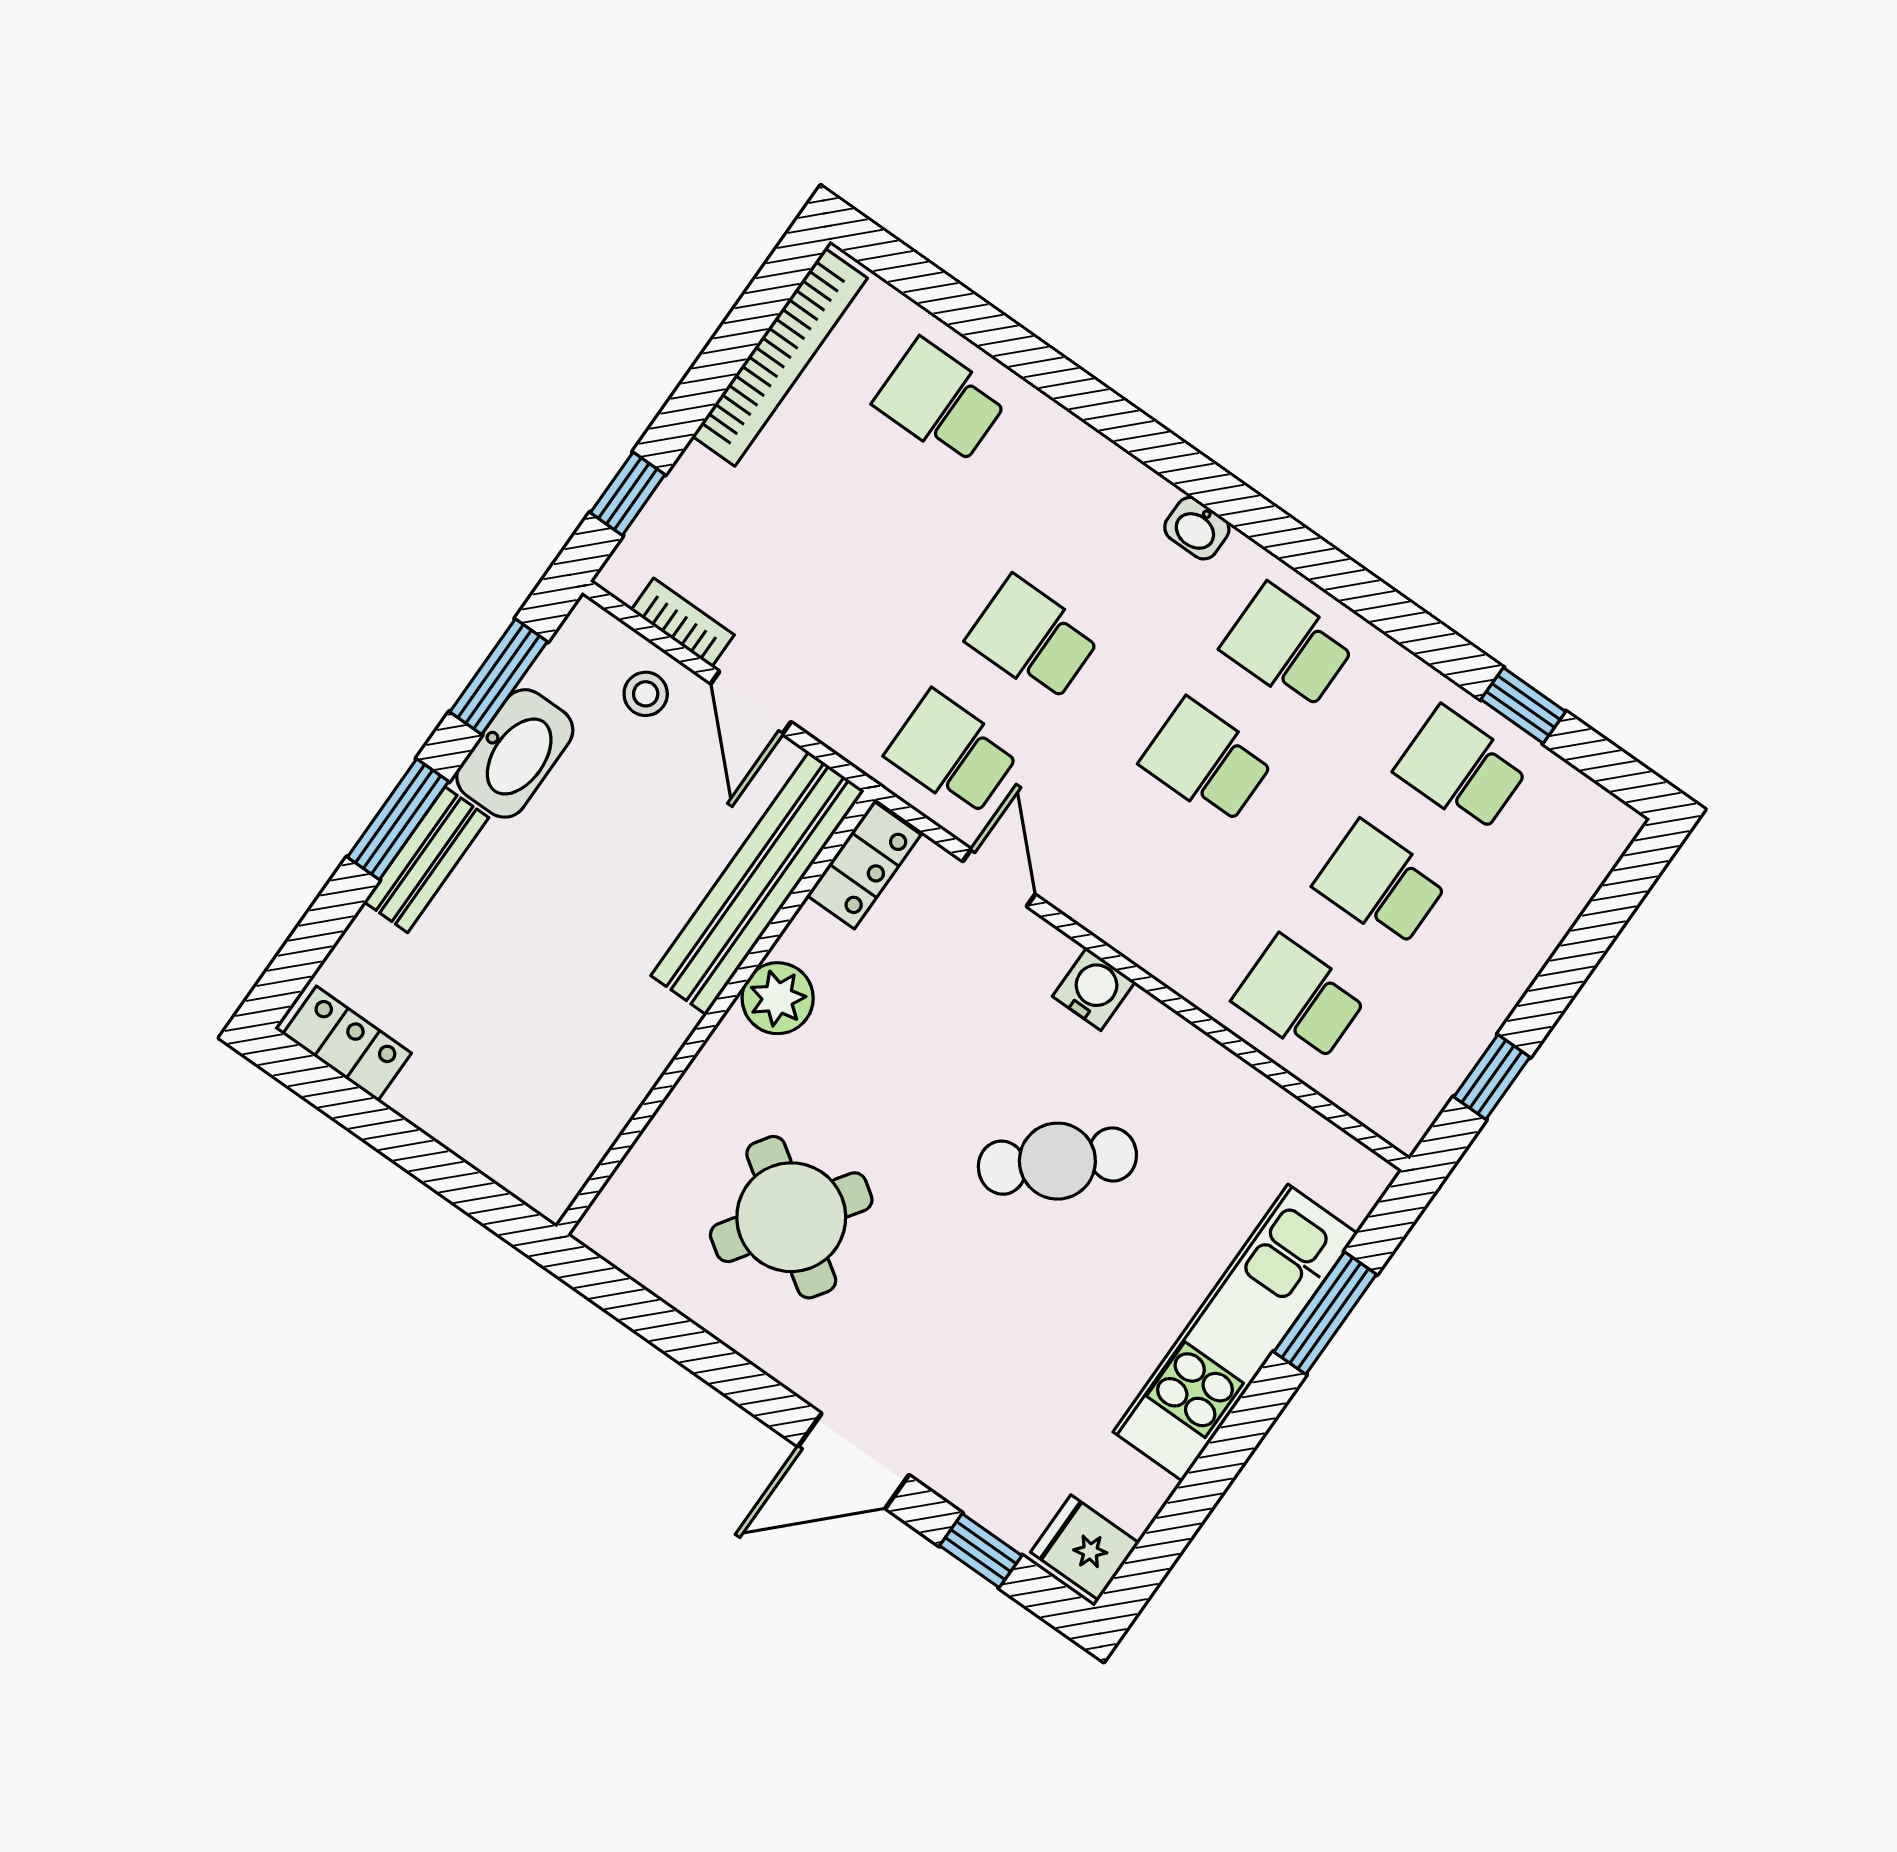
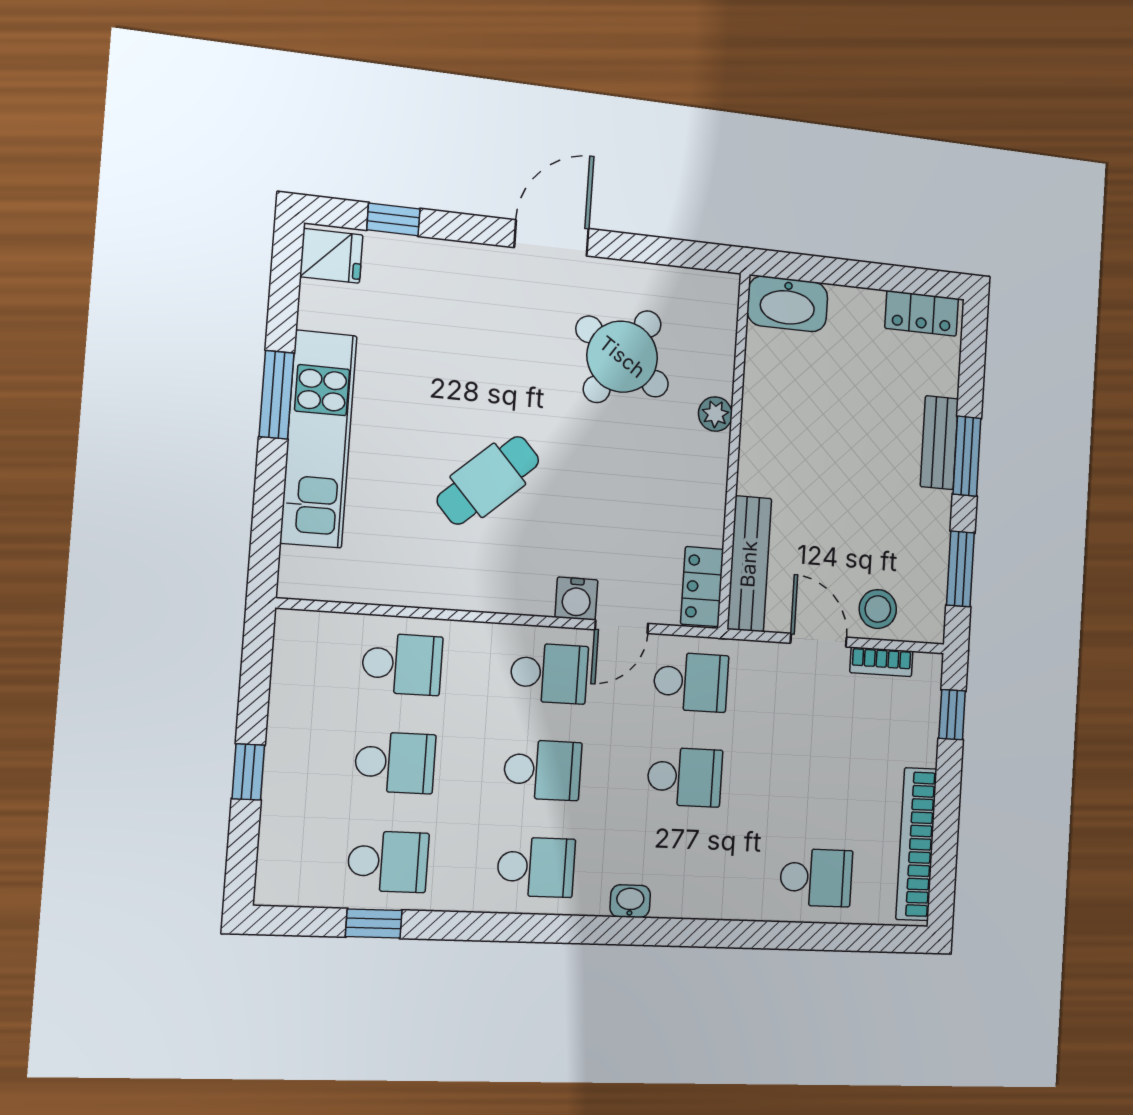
stool: (646, 694) -> (878, 609), width x1.37, depth x1.37
washbasin: (515, 753) -> (787, 304), moved, turned -90
school desk: (1126, 876) -> (549, 673), added
door: (999, 878) -> (622, 627), hinge flipped
bench: (758, 883) -> (749, 564), width x0.73, depth x0.82
water cooler: (1094, 989) -> (576, 599), moved
plant: (778, 998) -> (715, 414), moved, width x0.73, depth x0.73
window: (1492, 1077) -> (248, 772), moved
window: (1325, 1313) -> (277, 395), moved
door: (853, 1461) -> (552, 238), moved

